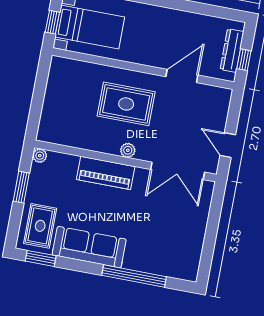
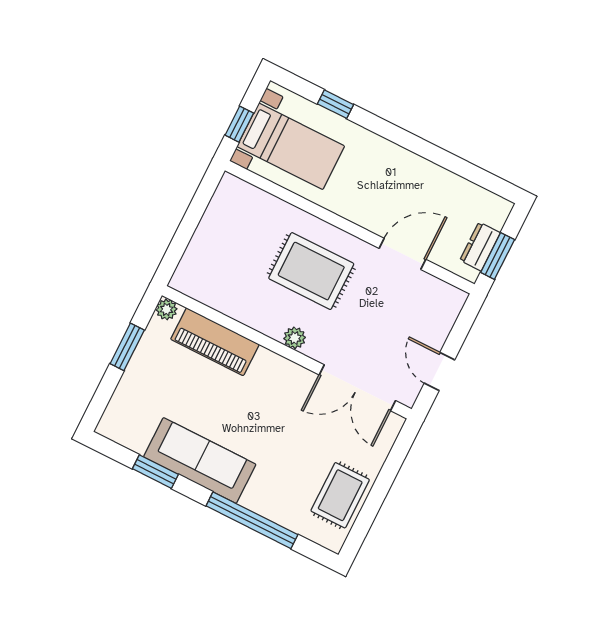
dresser: (232, 51) -> (480, 247), width x0.70
window: (244, 60) -> (498, 256), width x1.50
piano: (106, 173) -> (215, 342), moved
rug: (40, 226) -> (340, 495), moved
window: (41, 258) -> (155, 472), moved

